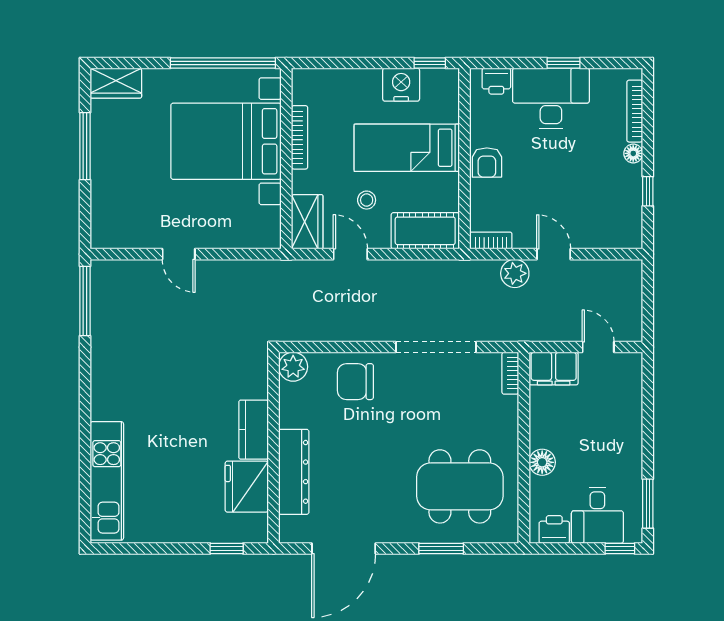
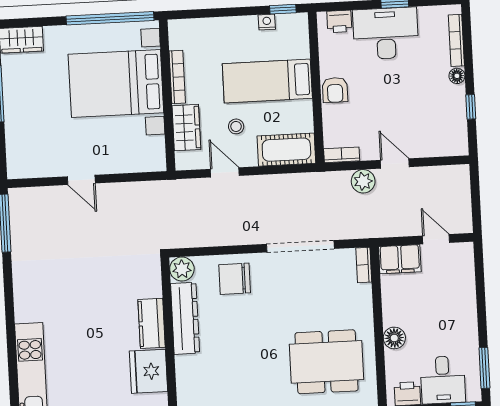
nightstand: (401, 85) -> (267, 22), width x0.53, depth x0.56
wardrobe: (307, 222) -> (186, 128), moved
dresser: (294, 472) -> (185, 318), moved

